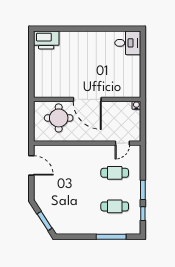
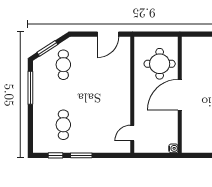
door: (122, 143) -> (132, 133), hinge flipped
cafe table: (115, 173) -> (63, 65), moved
window: (111, 237) -> (30, 88), moved

